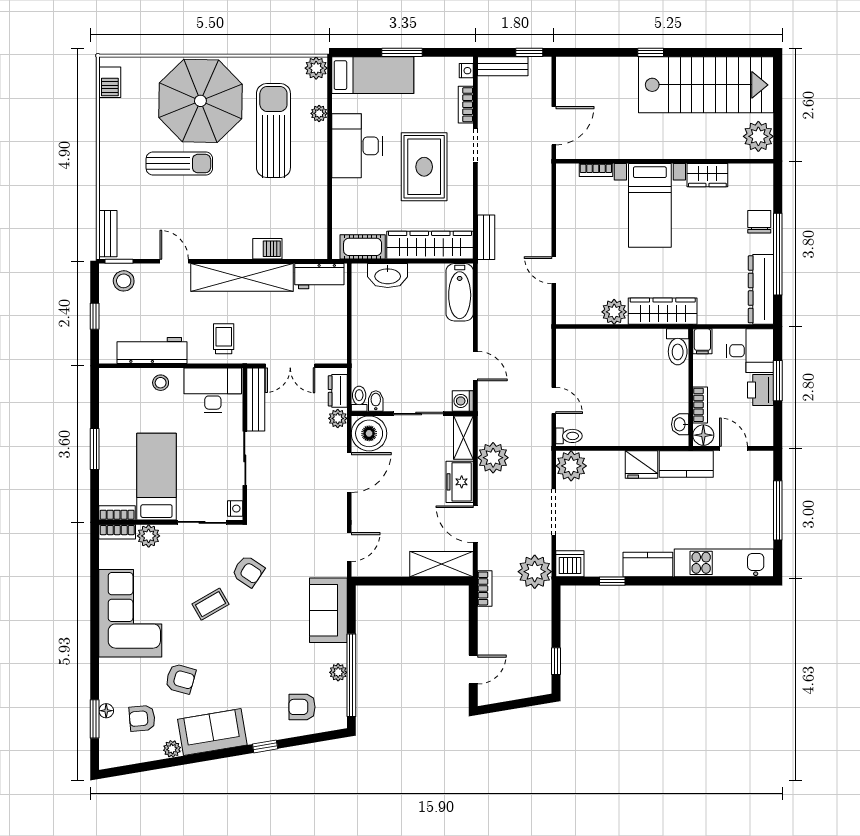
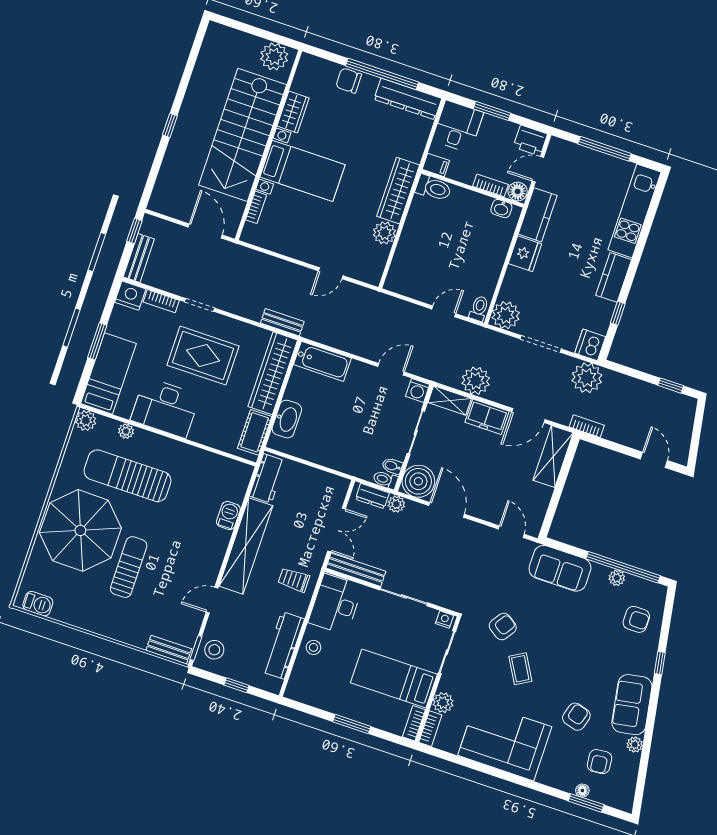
nightstand: (466, 71) -> (130, 296), width x1.89, depth x1.79
stairs: (706, 85) -> (243, 135), moved, turned 180
printer: (761, 390) -> (530, 141), moved
armchair: (302, 707) -> (636, 619), turned -90

